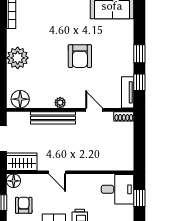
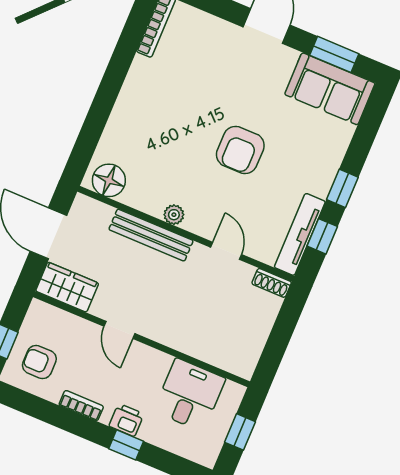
plant: (18, 58) -> (134, 109), removed
tv unit: (128, 92) -> (300, 234), width x1.41
floor lamp: (14, 181) -> (40, 314), removed
desk: (118, 189) -> (190, 395), moved, turned -90
armchair: (24, 205) -> (39, 362), turned -90

